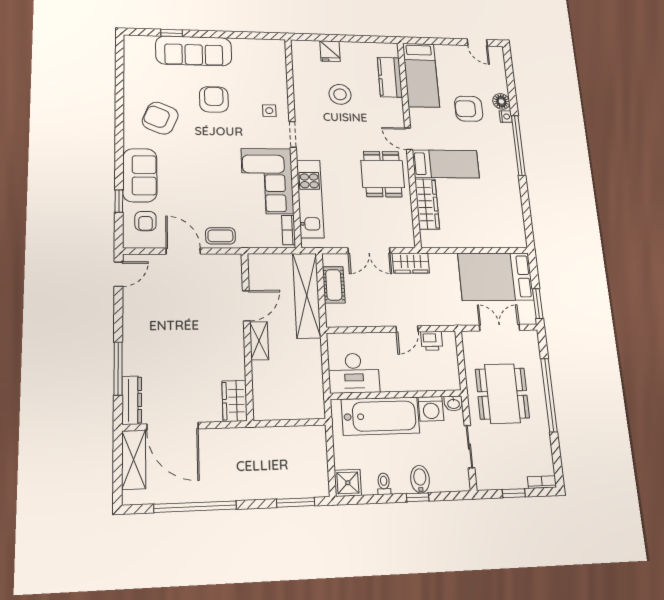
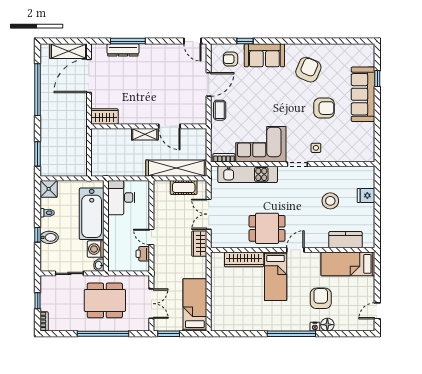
bed: (496, 277) -> (195, 305), width x0.67
dresser: (132, 400) -> (123, 50), moved

